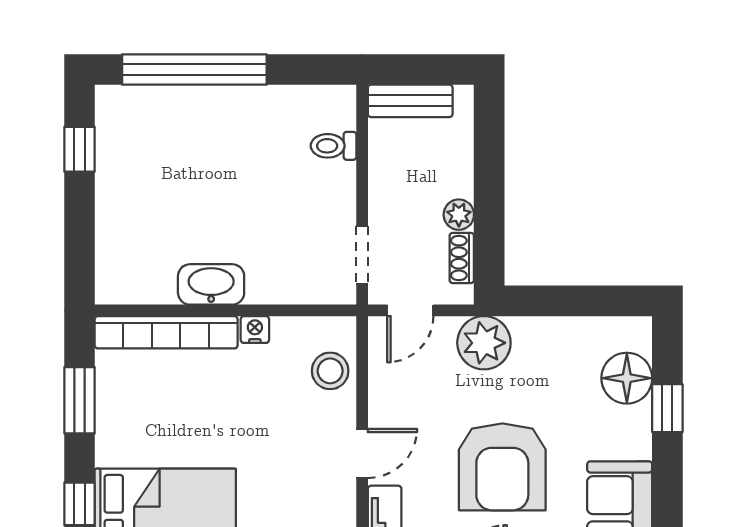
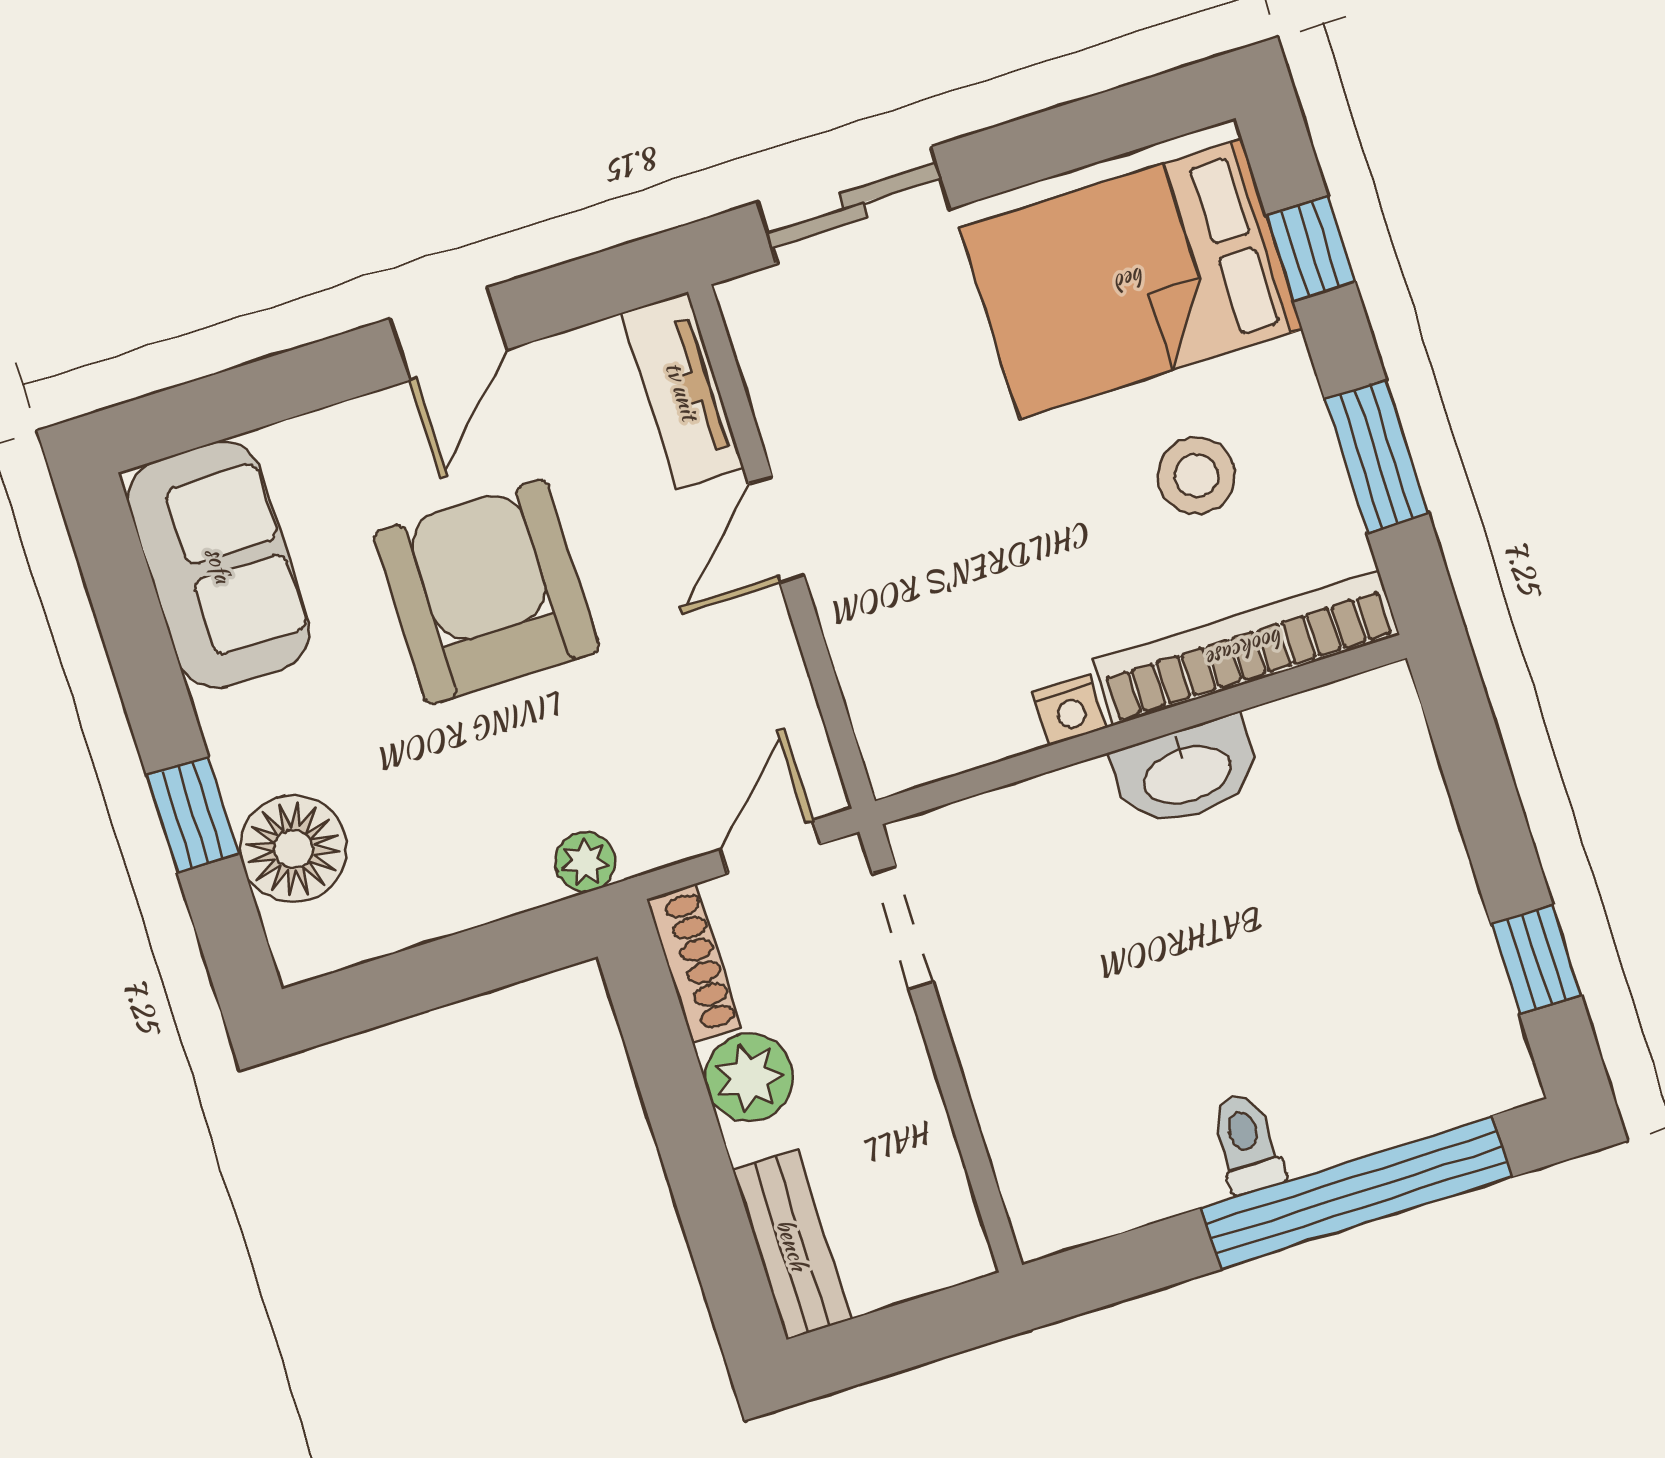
bench: (410, 101) -> (792, 1245), moved, turned 90
toilet: (334, 146) -> (1247, 1144), moved, turned -90
plant: (459, 215) -> (749, 1078), width x1.38, depth x1.38
shoe rack: (462, 258) -> (694, 963), width x1.43
plant: (484, 343) -> (585, 862), width x0.53, depth x0.53
stool: (330, 371) -> (1196, 476), moved

